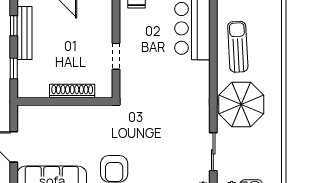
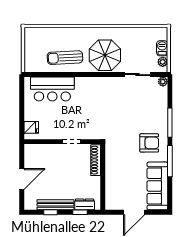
dresser: (25, 75) -> (85, 204), added
shoe rack: (72, 91) -> (96, 160), moved

